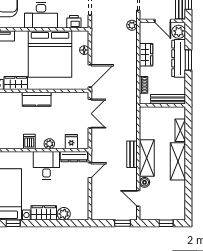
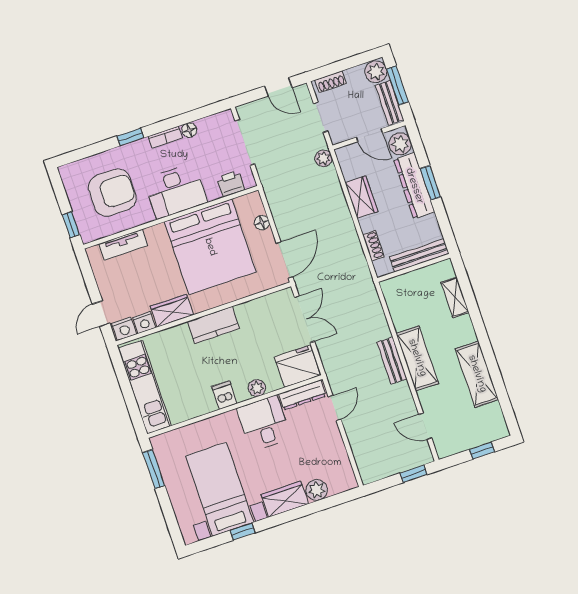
fridge: (71, 142) -> (297, 366), width x1.88, depth x1.34
shelving: (178, 161) -> (477, 374), moved
boiler: (144, 182) -> (426, 398), removed

